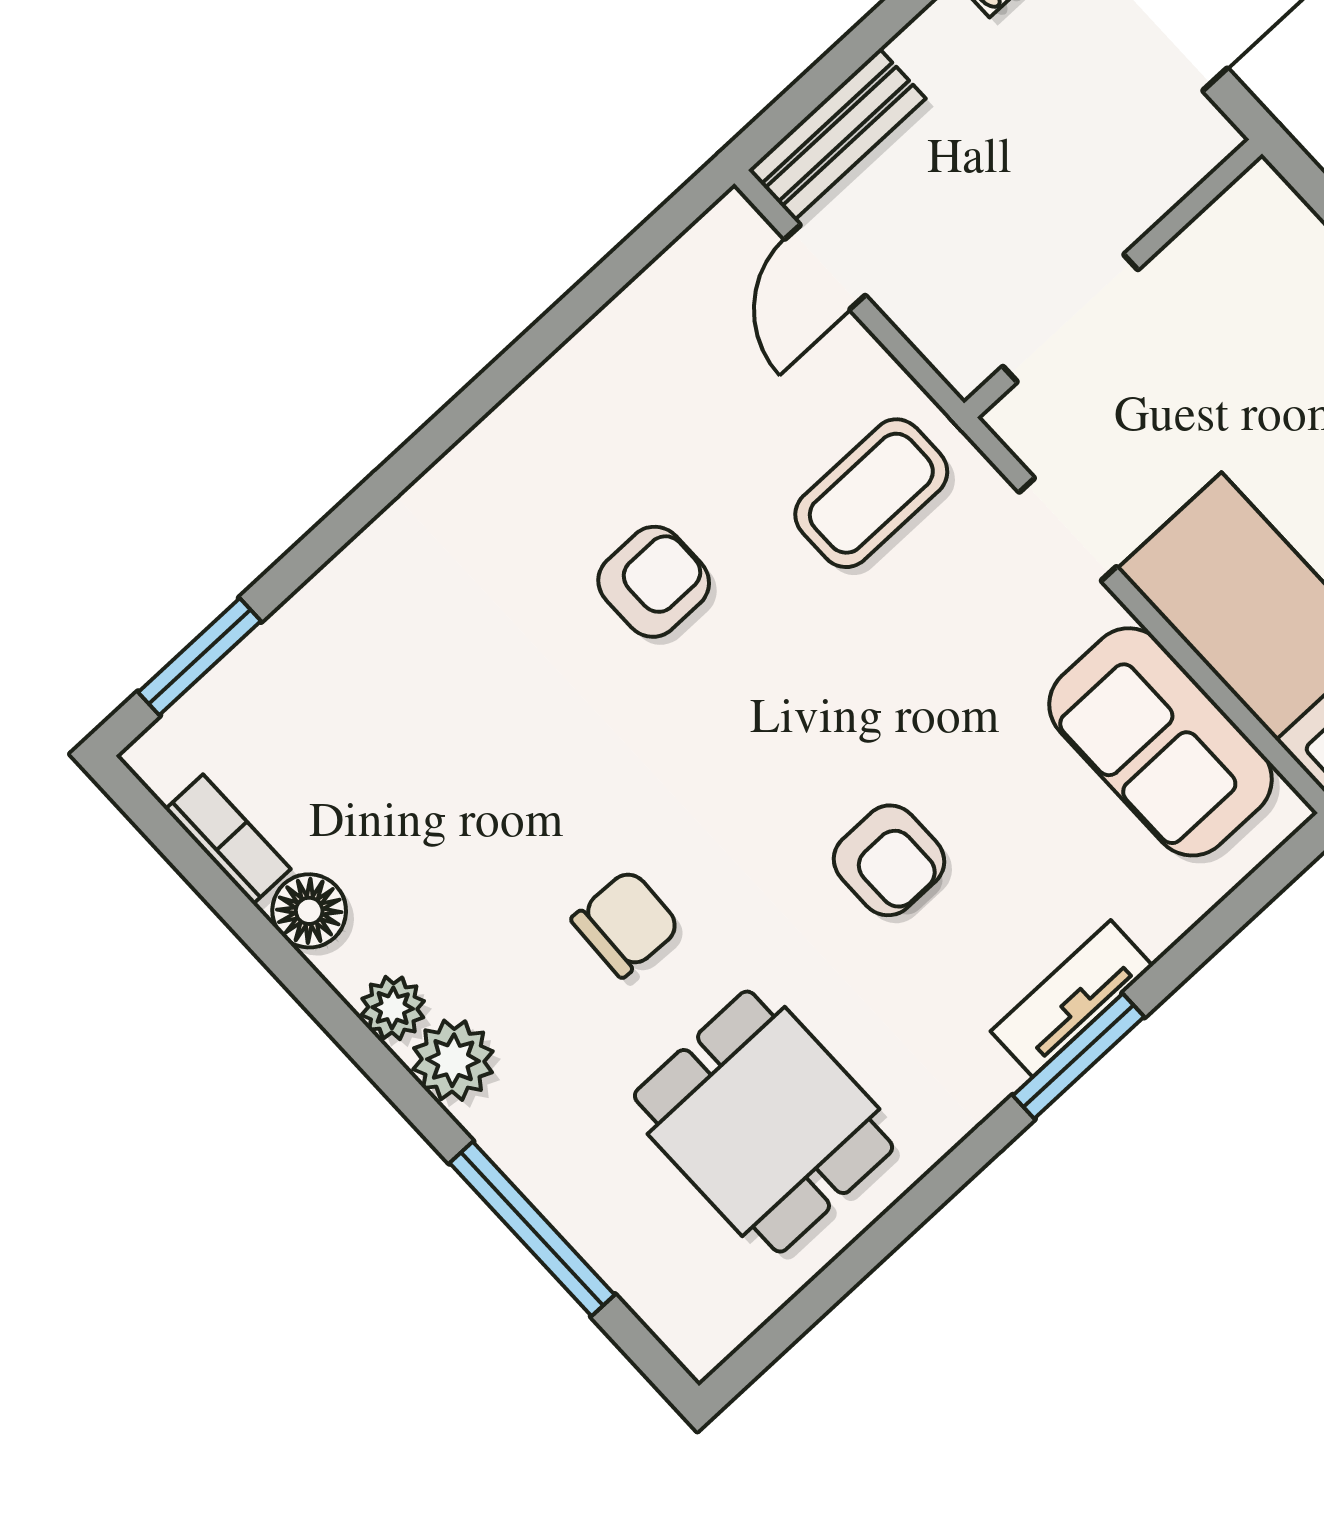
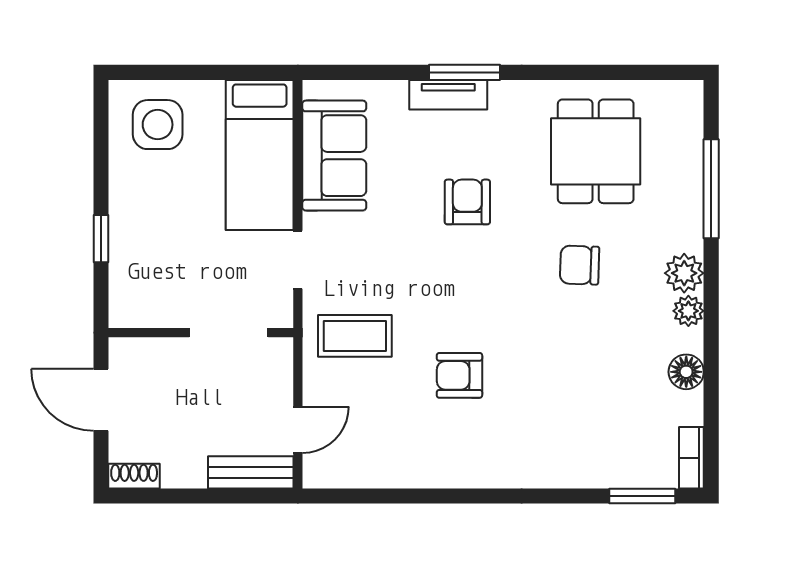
bookcase: (228, 839) -> (691, 458), moved

